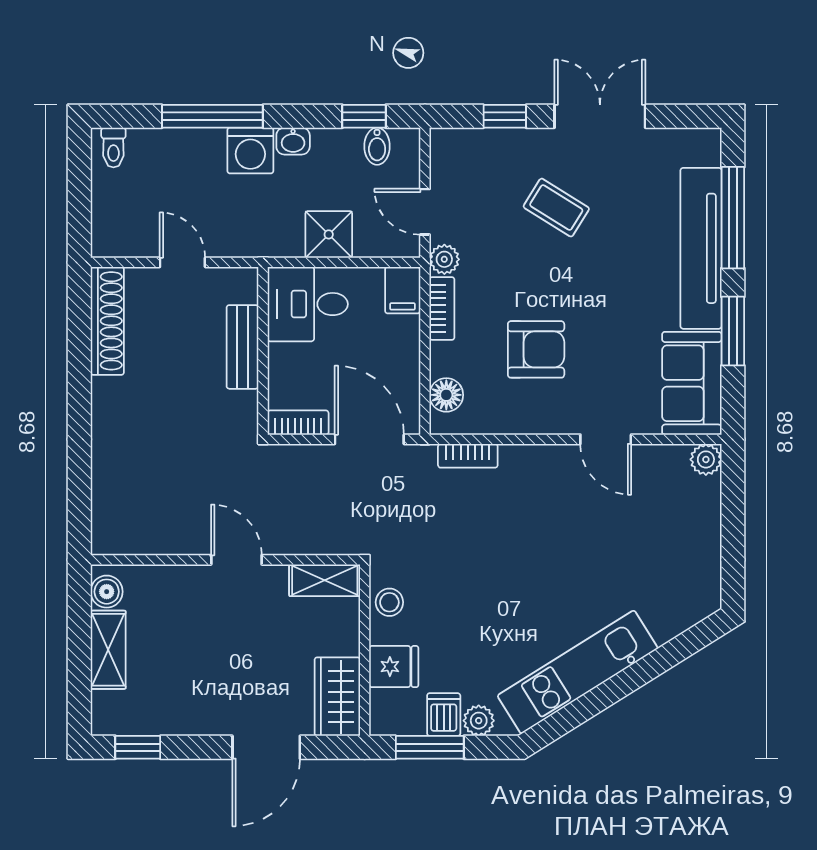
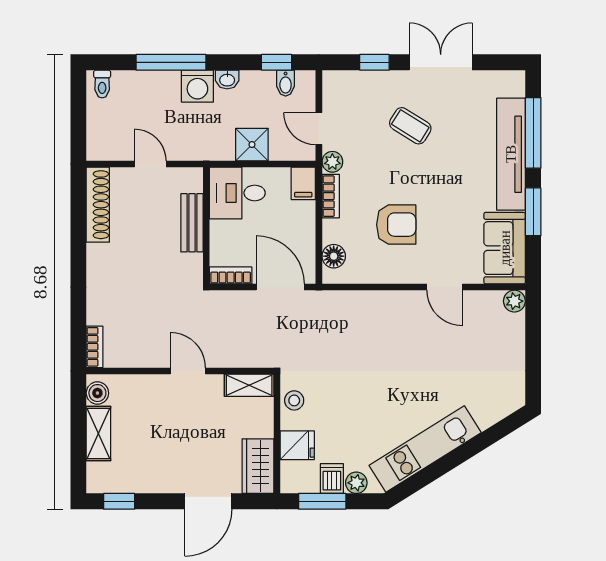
bookcase: (468, 456) -> (95, 347), moved, turned -90

